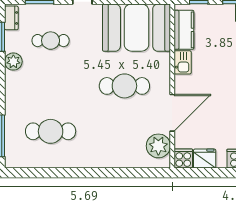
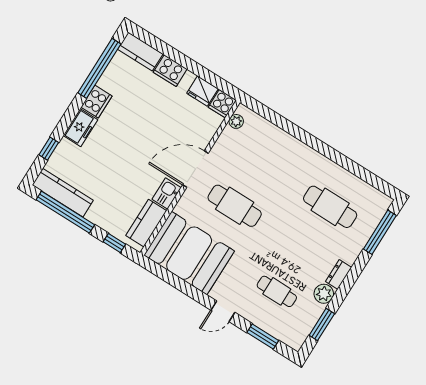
dresser: (11, 18) -> (339, 274), moved
door: (172, 113) -> (195, 169), moved
plant: (158, 146) -> (236, 121), width x0.53, depth x0.53

